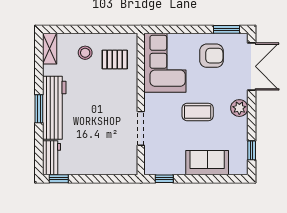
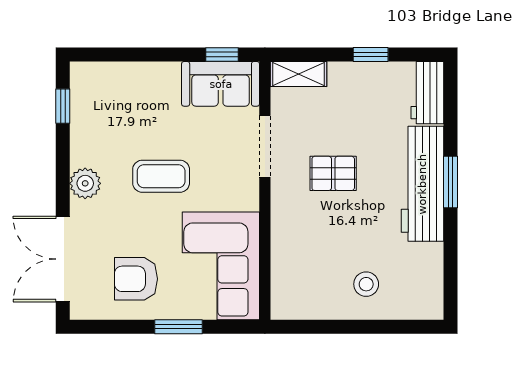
window: (227, 29) -> (179, 327), moved
shelving: (50, 49) -> (298, 74), moved, turned 90
pallet: (115, 59) -> (333, 173), moved
sofa: (207, 163) -> (221, 84), moved
window: (59, 179) -> (371, 55), moved

